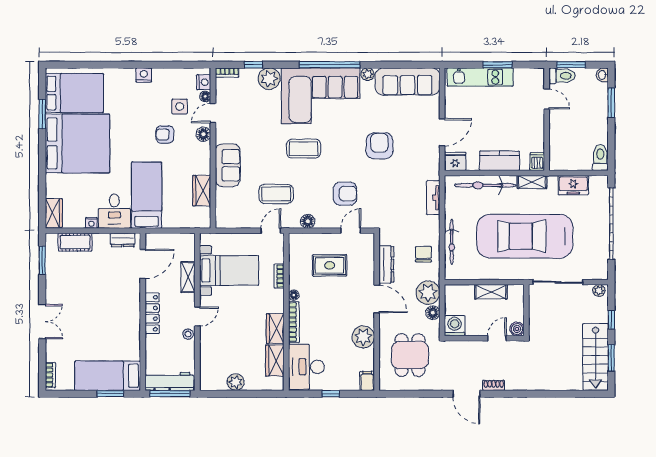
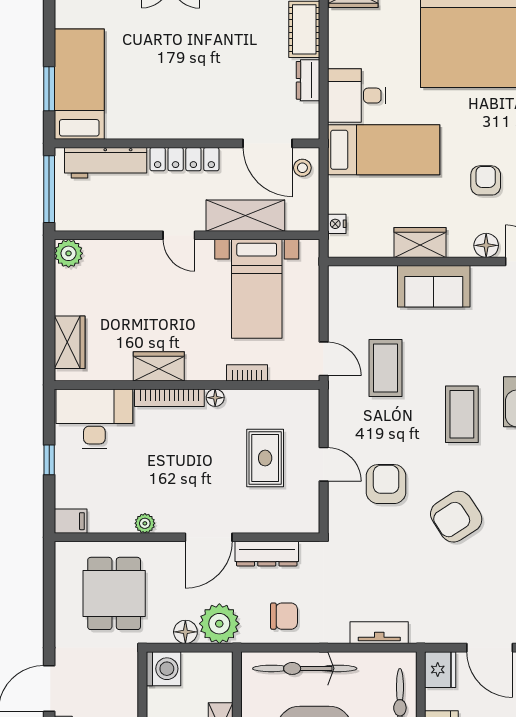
armchair: (379, 146) -> (456, 517), moved, turned 147
wardrobe: (202, 191) -> (420, 243), moved
armchair: (345, 194) -> (386, 484), turned 180
floor lamp: (308, 221) -> (340, 421), removed
nightstand: (91, 223) -> (337, 224), moved
door: (351, 231) -> (324, 464), moved
dresser: (123, 240) -> (308, 80), moved
bicycle: (452, 242) -> (305, 668), width x1.37, depth x1.40
shelving: (188, 277) -> (245, 216), width x1.50, depth x1.33
stool: (188, 334) -> (302, 168), moved
plant: (363, 337) -> (145, 523), width x0.53, depth x0.53
dining table: (410, 355) -> (114, 593), turned 90
wardrobe: (275, 360) -> (70, 342), moved, turned 90
workbench: (169, 381) -> (106, 163), moved, turned 90
plant: (236, 382) -> (69, 253), moved

